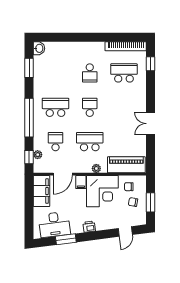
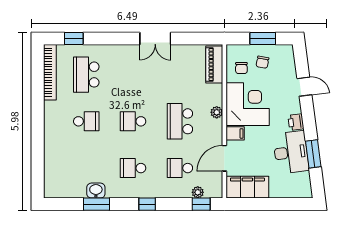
washbasin: (39, 48) -> (96, 191), moved
window: (29, 68) -> (96, 204), moved
school desk: (55, 107) -> (133, 168), width x0.54
window: (29, 118) -> (147, 204), width x0.32
piano: (126, 165) -> (214, 64), width x0.73, depth x0.75
door: (63, 174) -> (224, 158), swing flipped
desk: (54, 225) -> (291, 152), moved
door: (125, 231) -> (304, 87), moved

